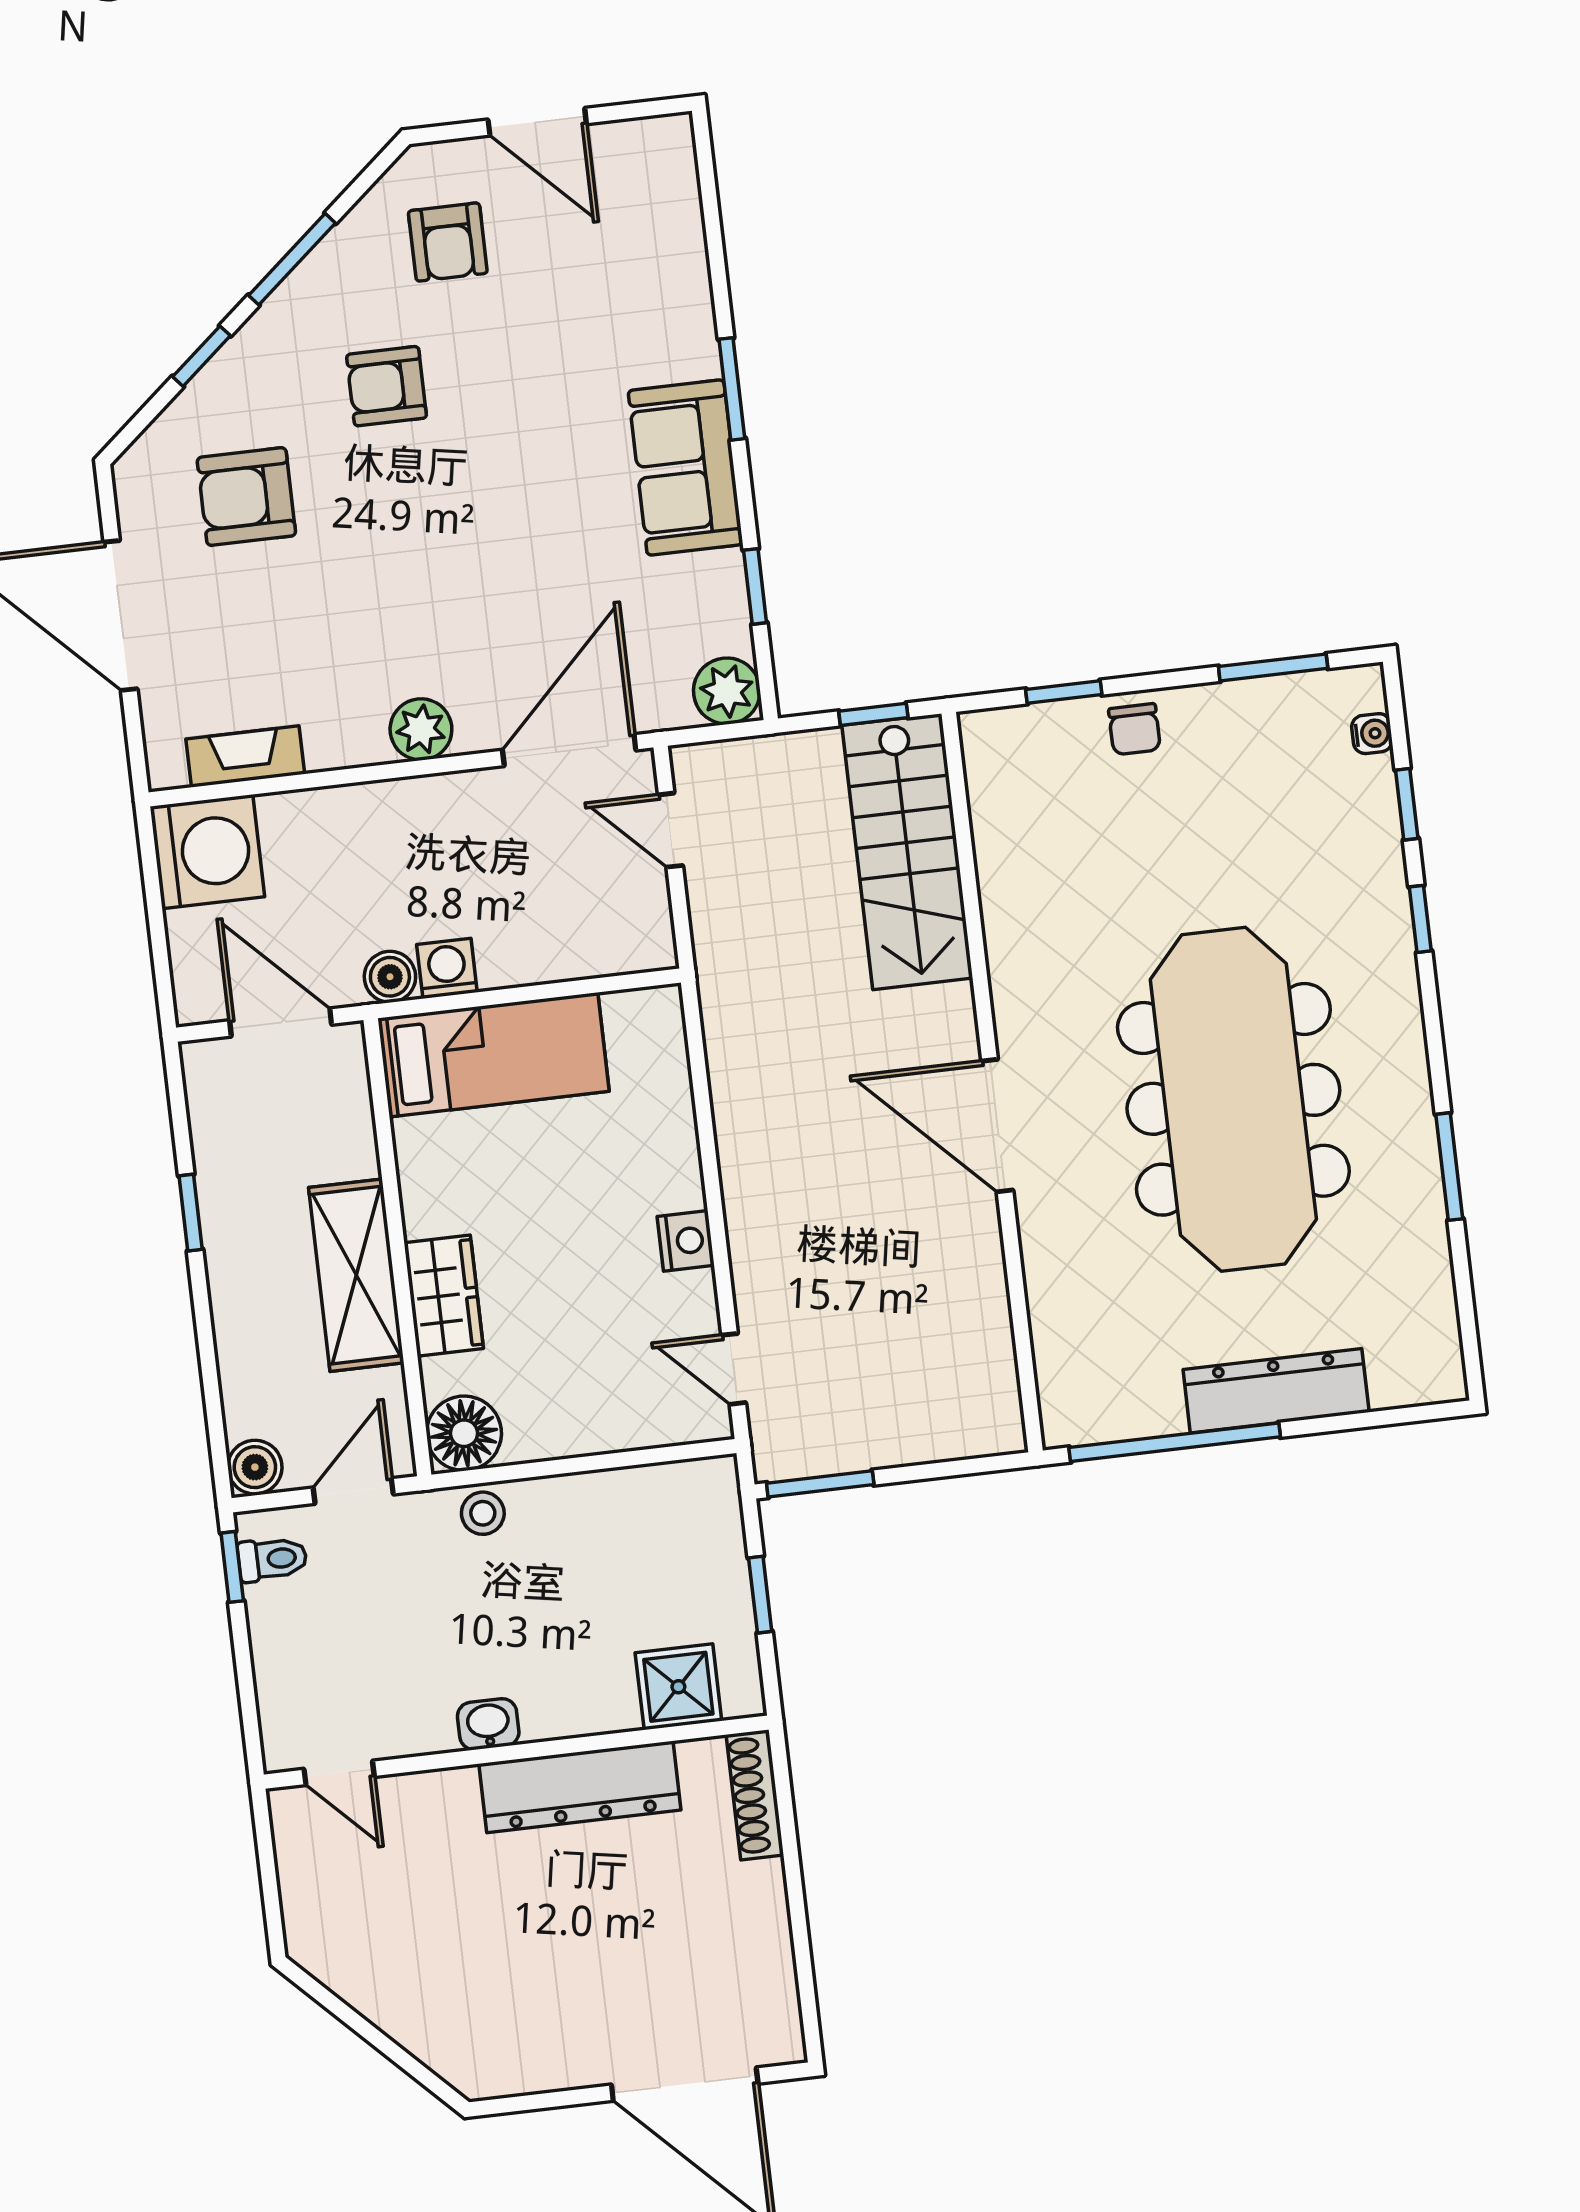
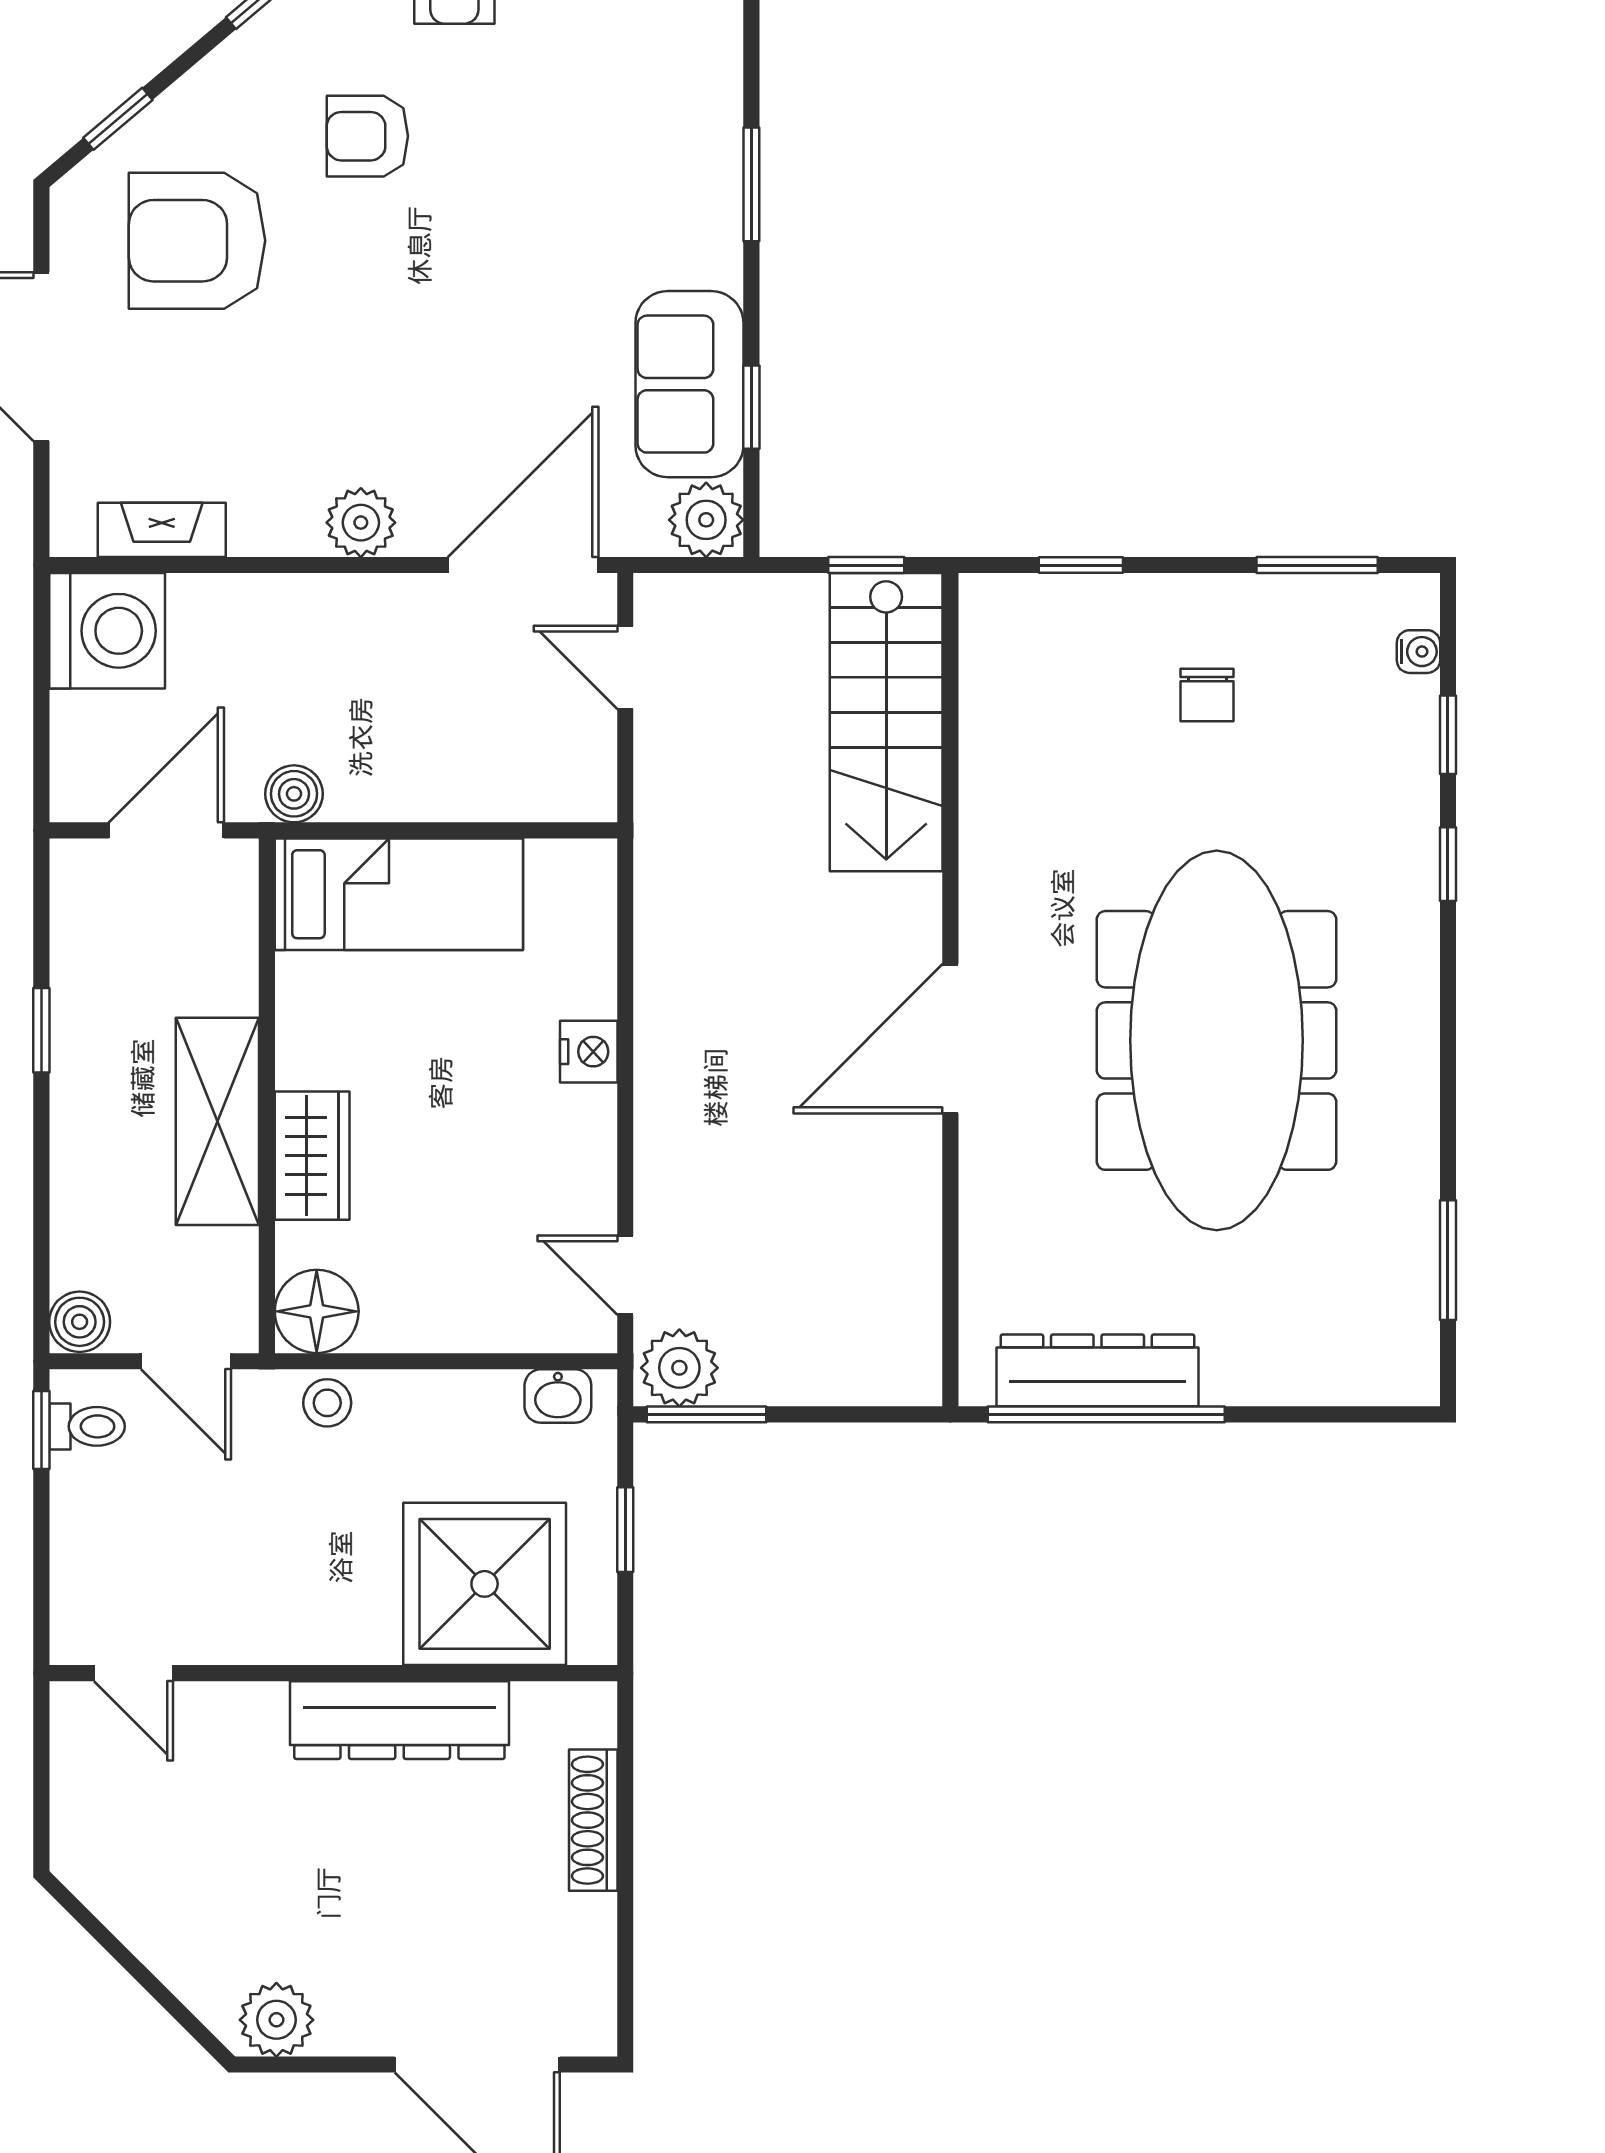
window: (201, 356) -> (118, 119), moved
sofa: (685, 468) -> (689, 384), moved
armchair: (246, 497) -> (197, 241), width x1.36, depth x1.36
chair: (1134, 729) -> (1207, 695), moved
washing machine: (447, 968) -> (359, 792), removed
door: (281, 1023) -> (166, 830), hinge flipped
door: (997, 1126) -> (950, 1039), hinge flipped
window: (1449, 1167) -> (1448, 1260), moved
nightstand: (686, 1241) -> (589, 1052), moved
dresser: (1276, 1391) -> (1097, 1370), moved
plant: (791, 1445) -> (679, 1368), added
door: (353, 1491) -> (186, 1361), swing flipped
shower: (678, 1687) -> (485, 1584), width x1.86, depth x1.86
washbasin: (488, 1724) -> (558, 1396), moved, turned 180
shoe rack: (755, 1795) -> (593, 1820), moved
plant: (502, 2065) -> (276, 2020), added

